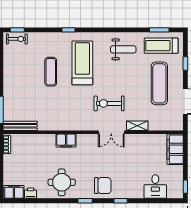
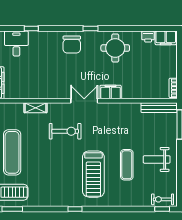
window: (68, 30) -> (75, 209), moved
weight bench: (123, 49) -> (157, 159), moved
double door: (111, 132) -> (84, 101), moved
chair: (103, 186) -> (72, 45), turned -90
window: (121, 201) -> (31, 29), moved

